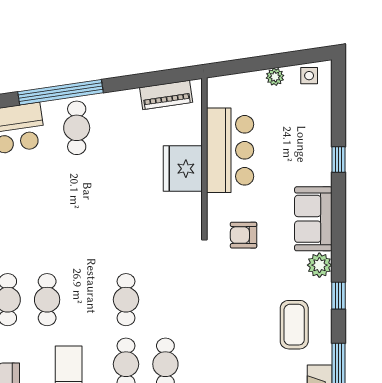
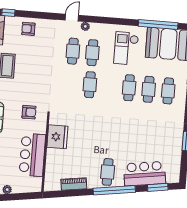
piano: (166, 95) -> (74, 184), moved
fridge: (183, 169) -> (57, 137), moved

